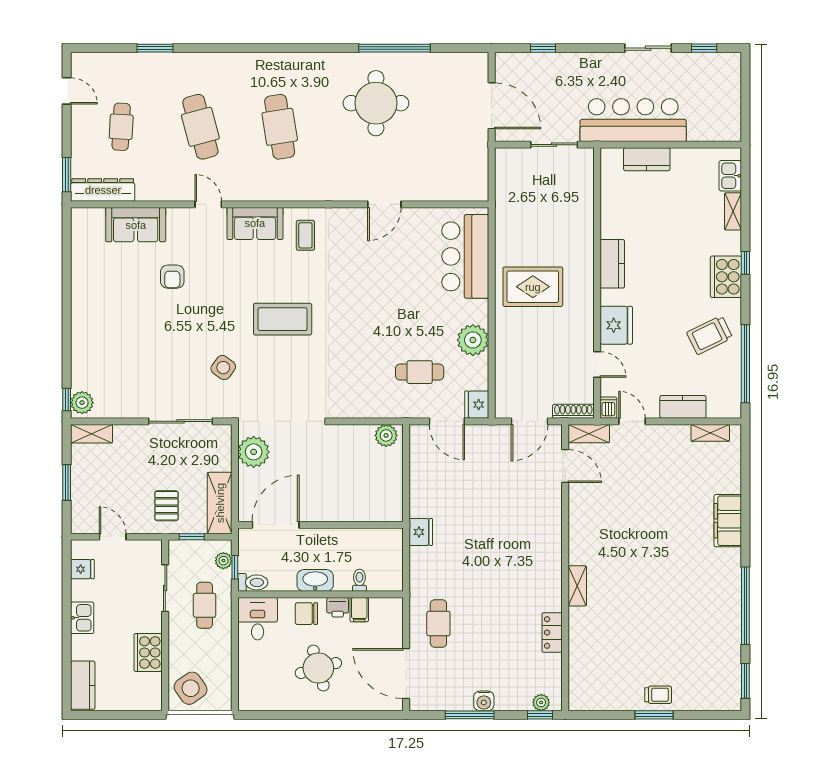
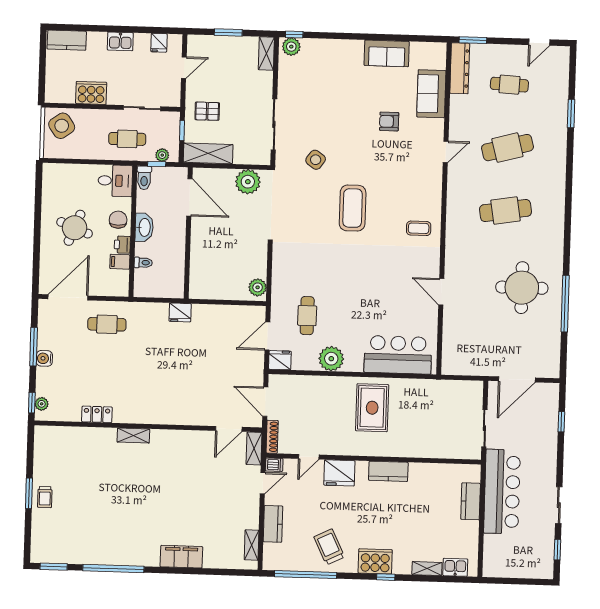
sofa: (255, 223) -> (387, 53), moved, turned -90
round table: (318, 668) -> (75, 228), turned 38

